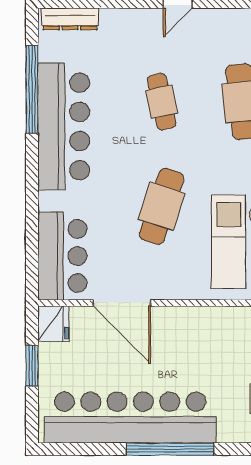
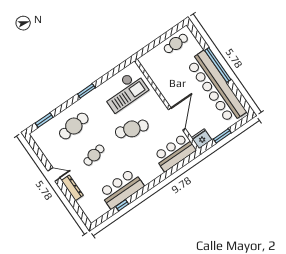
dresser: (70, 19) -> (72, 188), moved
window: (32, 89) -> (122, 205), width x0.32
bar counter: (64, 126) -> (121, 189), width x0.73

